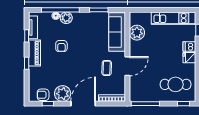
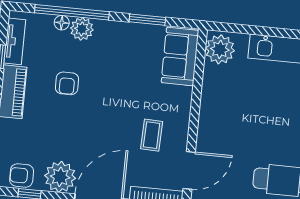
sofa: (117, 32) -> (180, 56), width x0.73
plant: (137, 33) -> (220, 49), moved
door: (127, 66) -> (189, 170), moved

